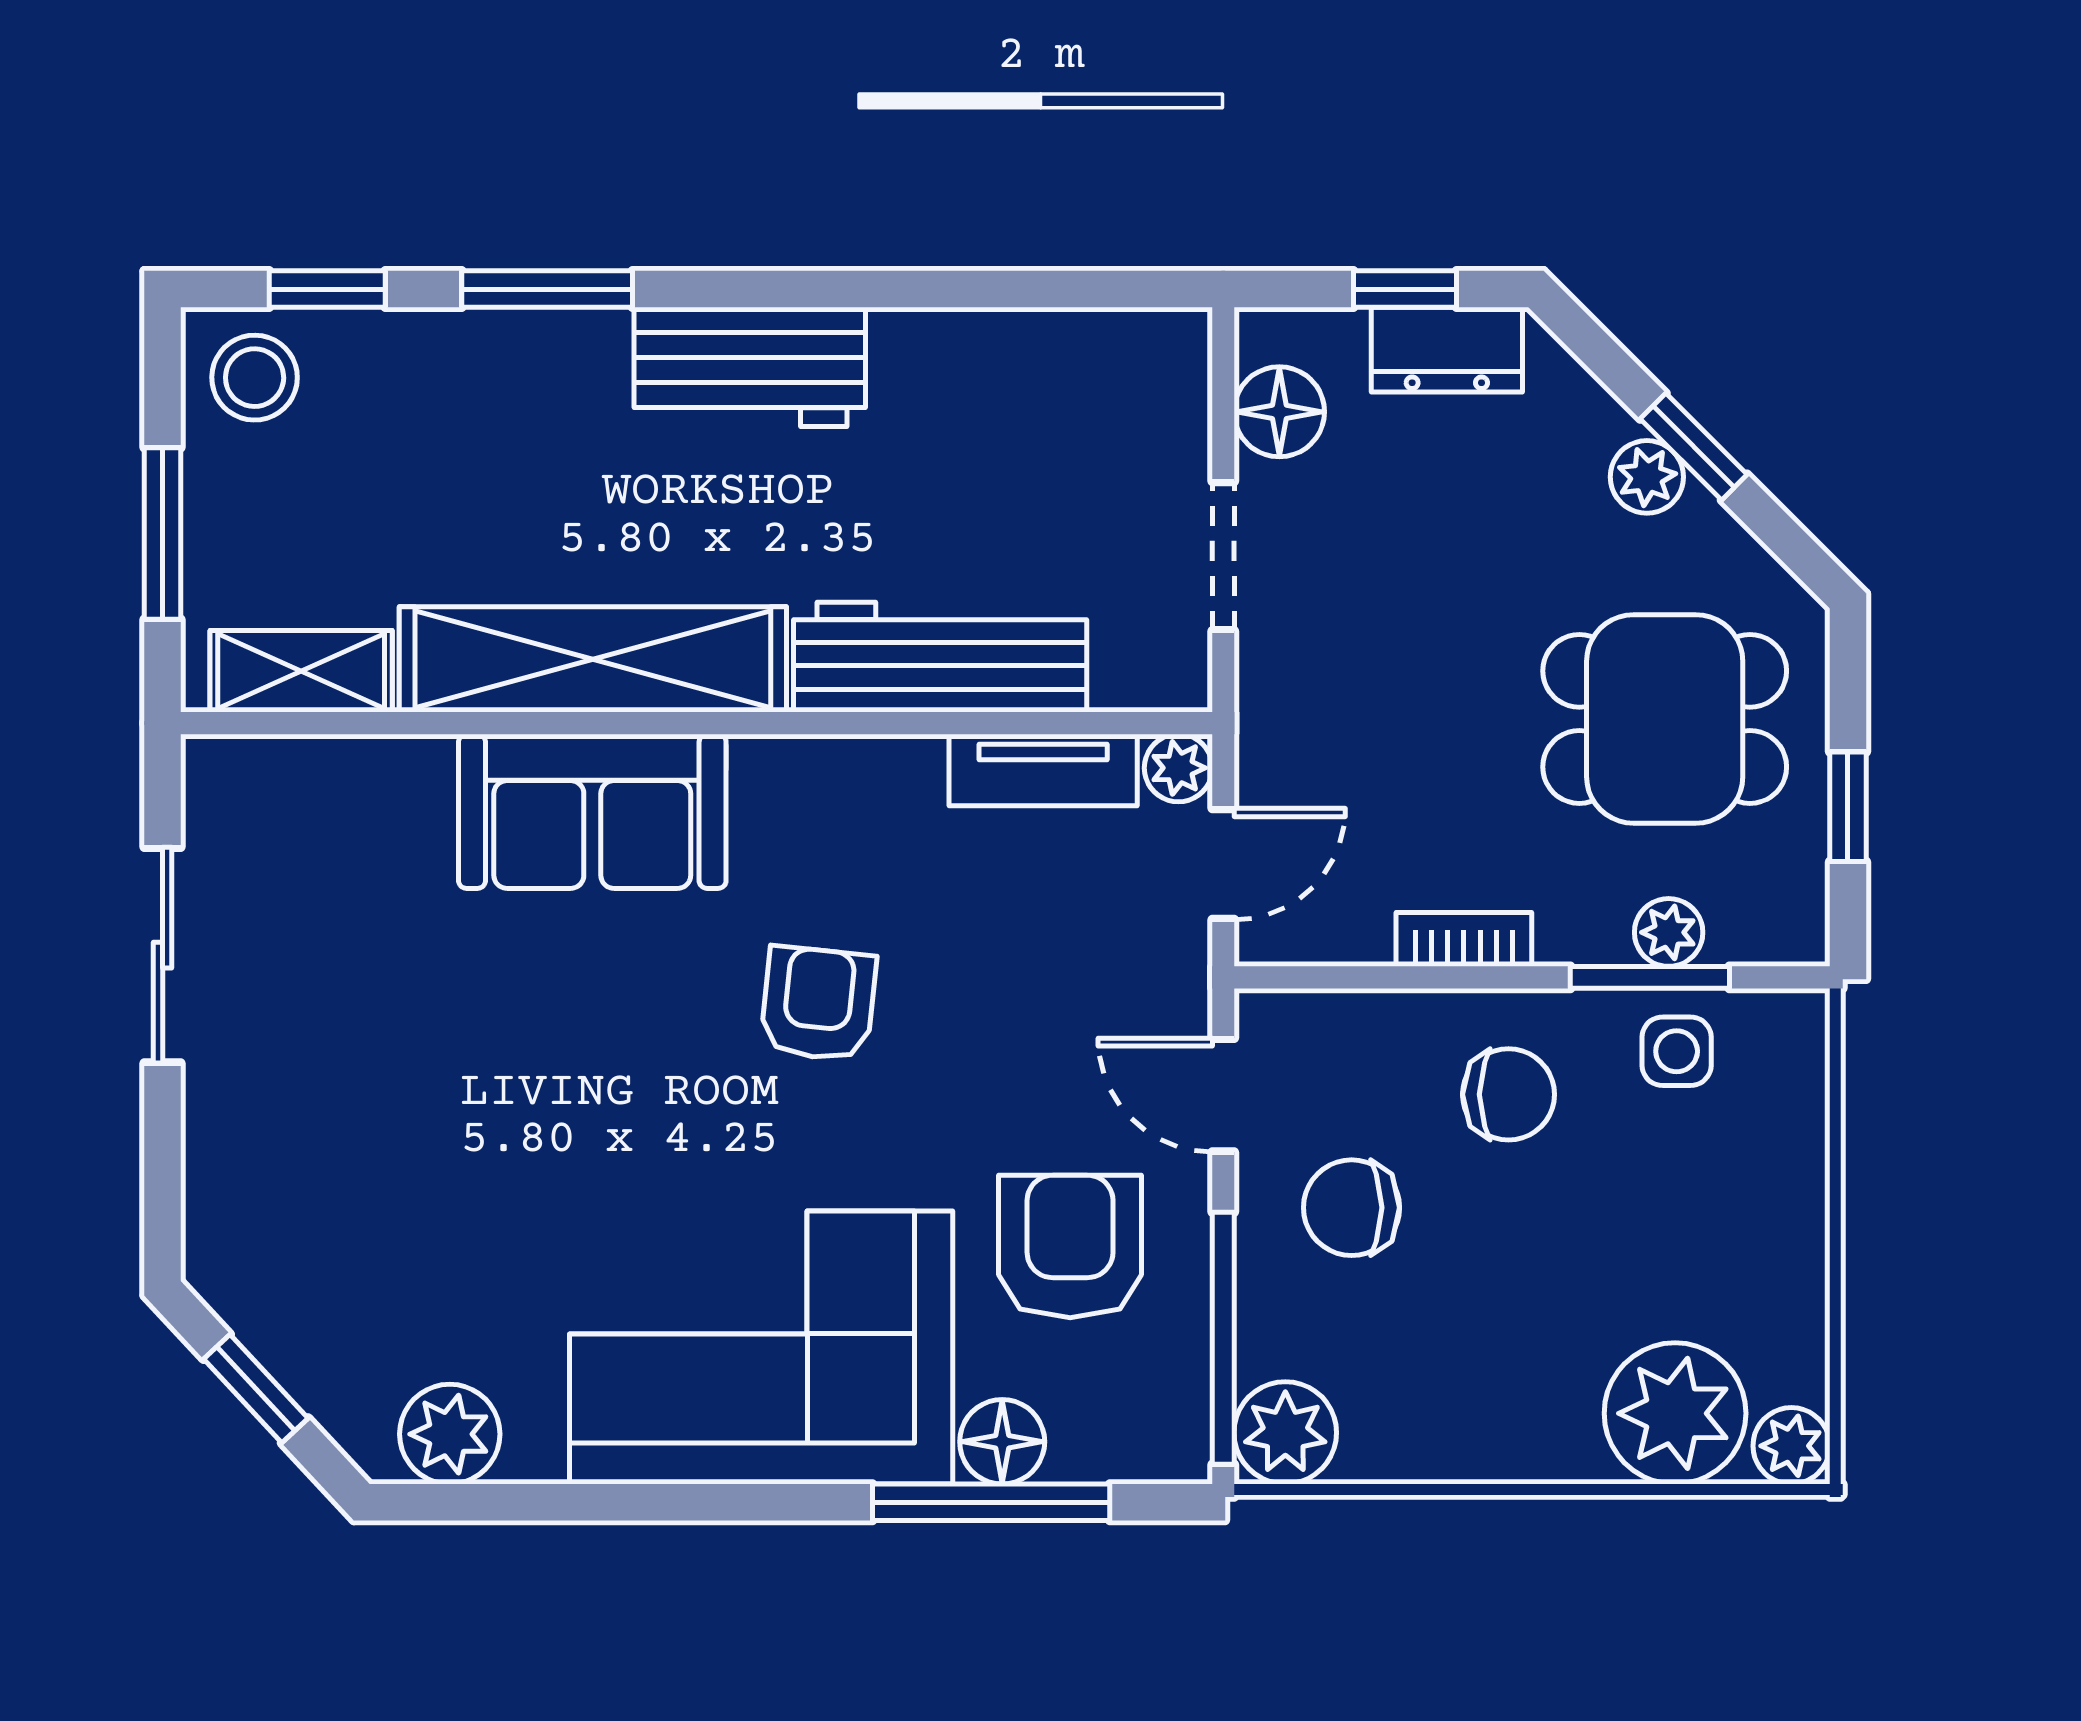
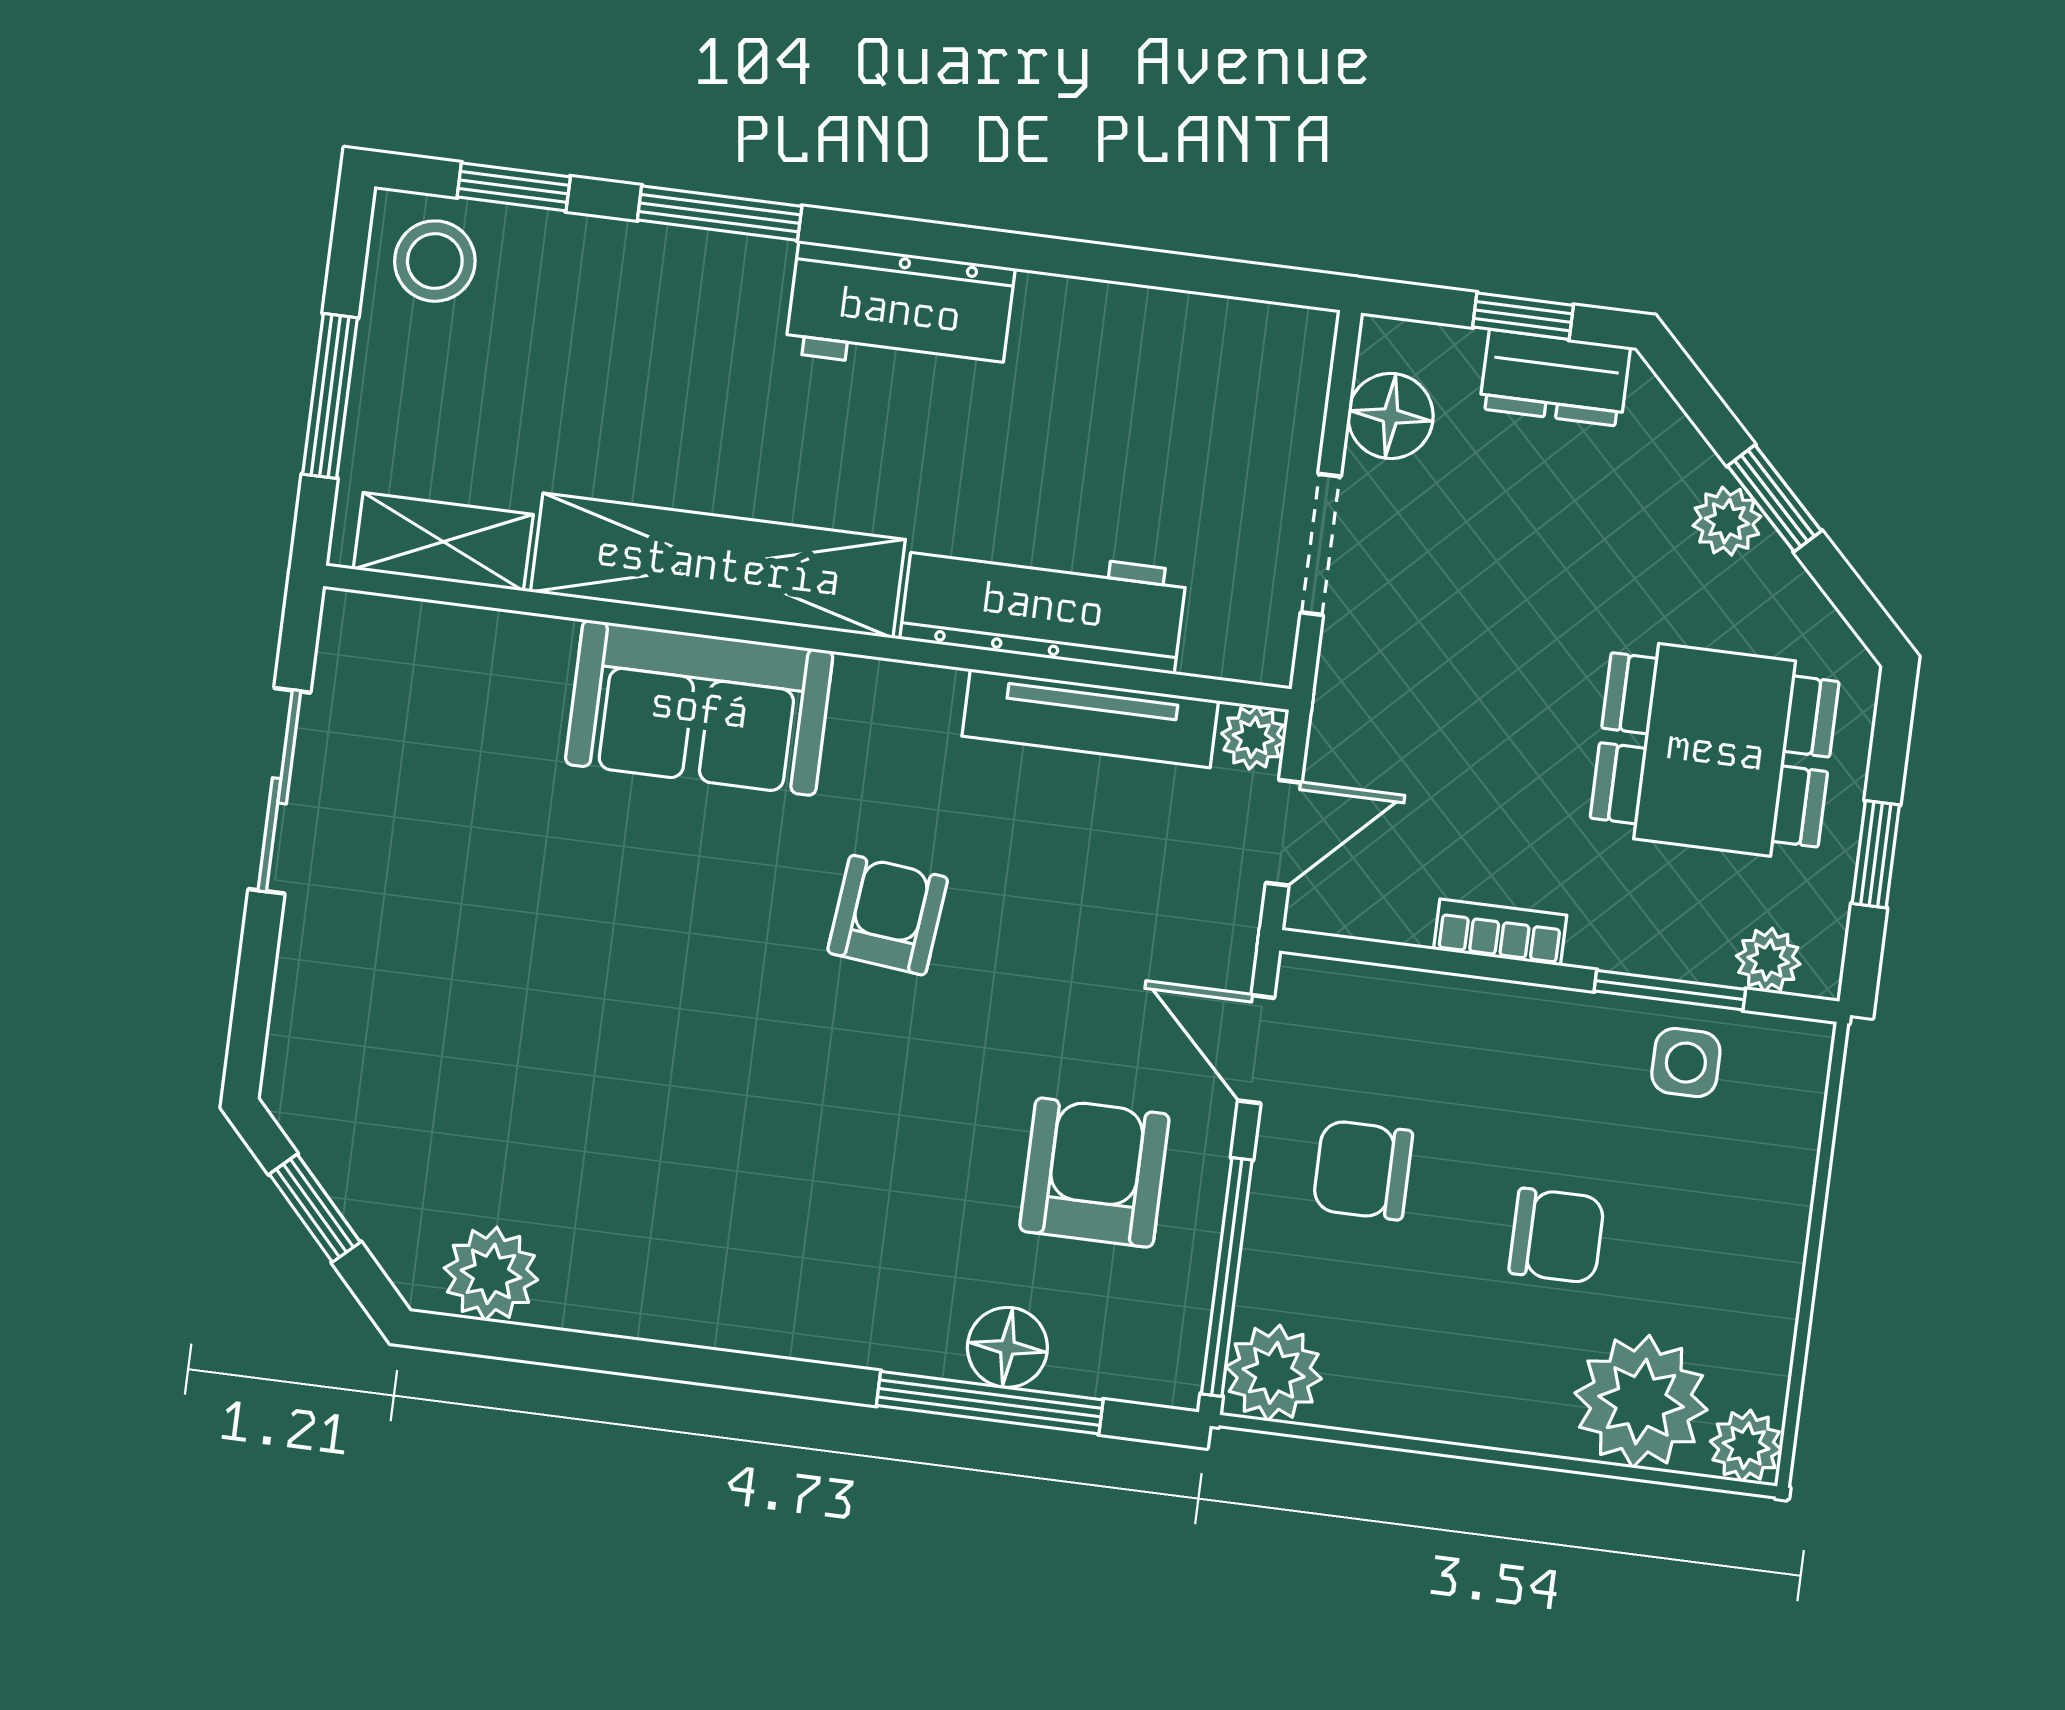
tv unit: (1043, 770) -> (1090, 718), width x1.41
plant: (1669, 932) -> (1768, 960), moved
chair: (1509, 1094) -> (1557, 1236), moved
corner sofa: (761, 1347) -> (793, 1230), removed

